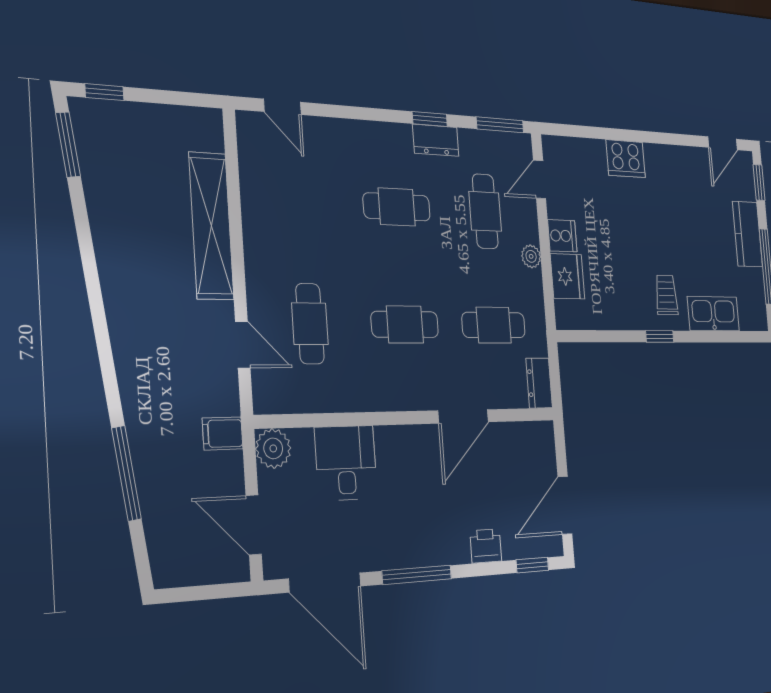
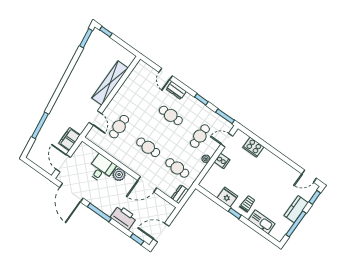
door: (282, 107) -> (166, 74), moved
dresser: (436, 140) -> (176, 90), moved
cooker: (626, 159) -> (253, 147), moved
fridge: (568, 276) -> (227, 197), moved, turned -90
filing cabinet: (223, 434) -> (70, 139), width x2.00
plant: (273, 448) -> (119, 175), moved
printer: (486, 546) -> (124, 217), width x1.87, depth x1.48

